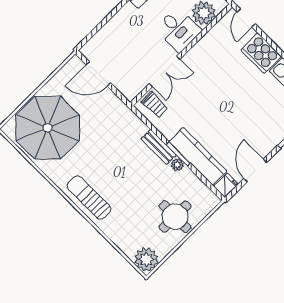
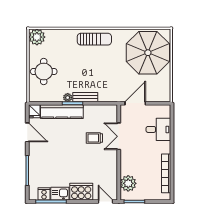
desk: (178, 30) -> (158, 129), moved, turned 180
door: (98, 74) -> (135, 103), moved
trolley: (155, 105) -> (94, 138), moved

